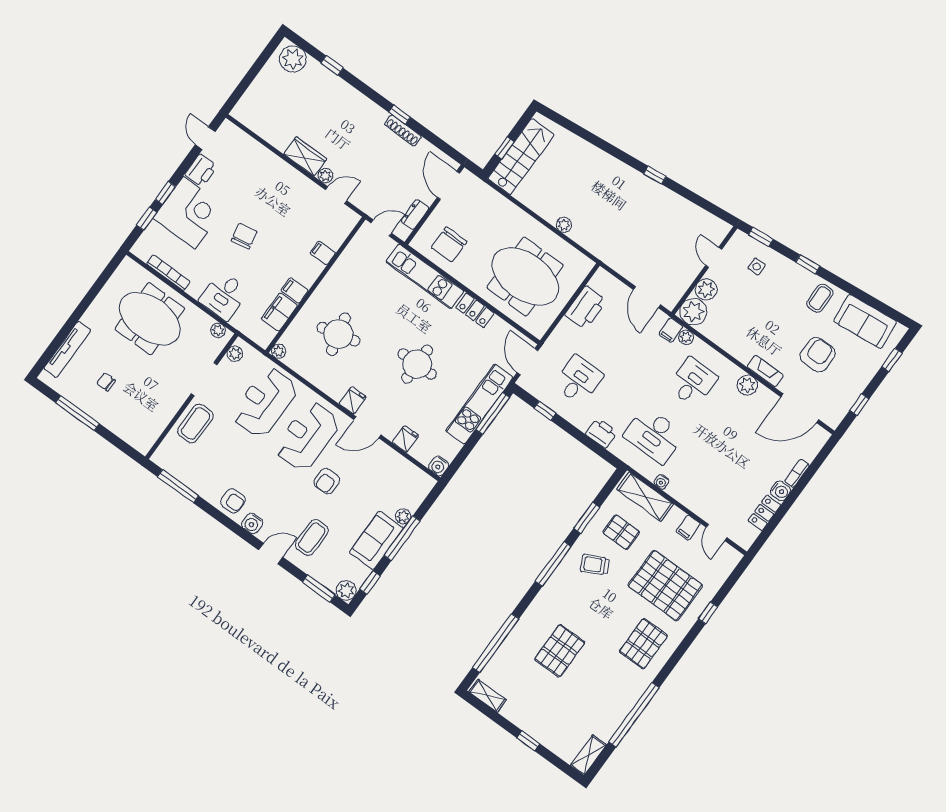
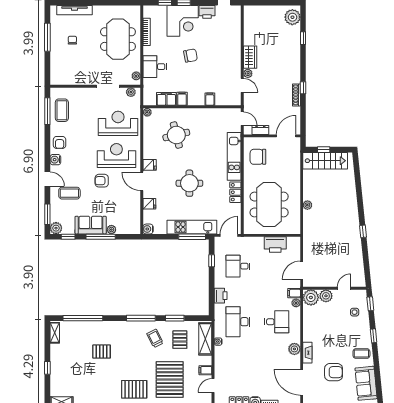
desk: (578, 380) -> (238, 266), turned 180
coffee table: (196, 423) -> (62, 110), moved, turned 90
pallet: (560, 651) -> (102, 352), width x0.67, depth x0.71

